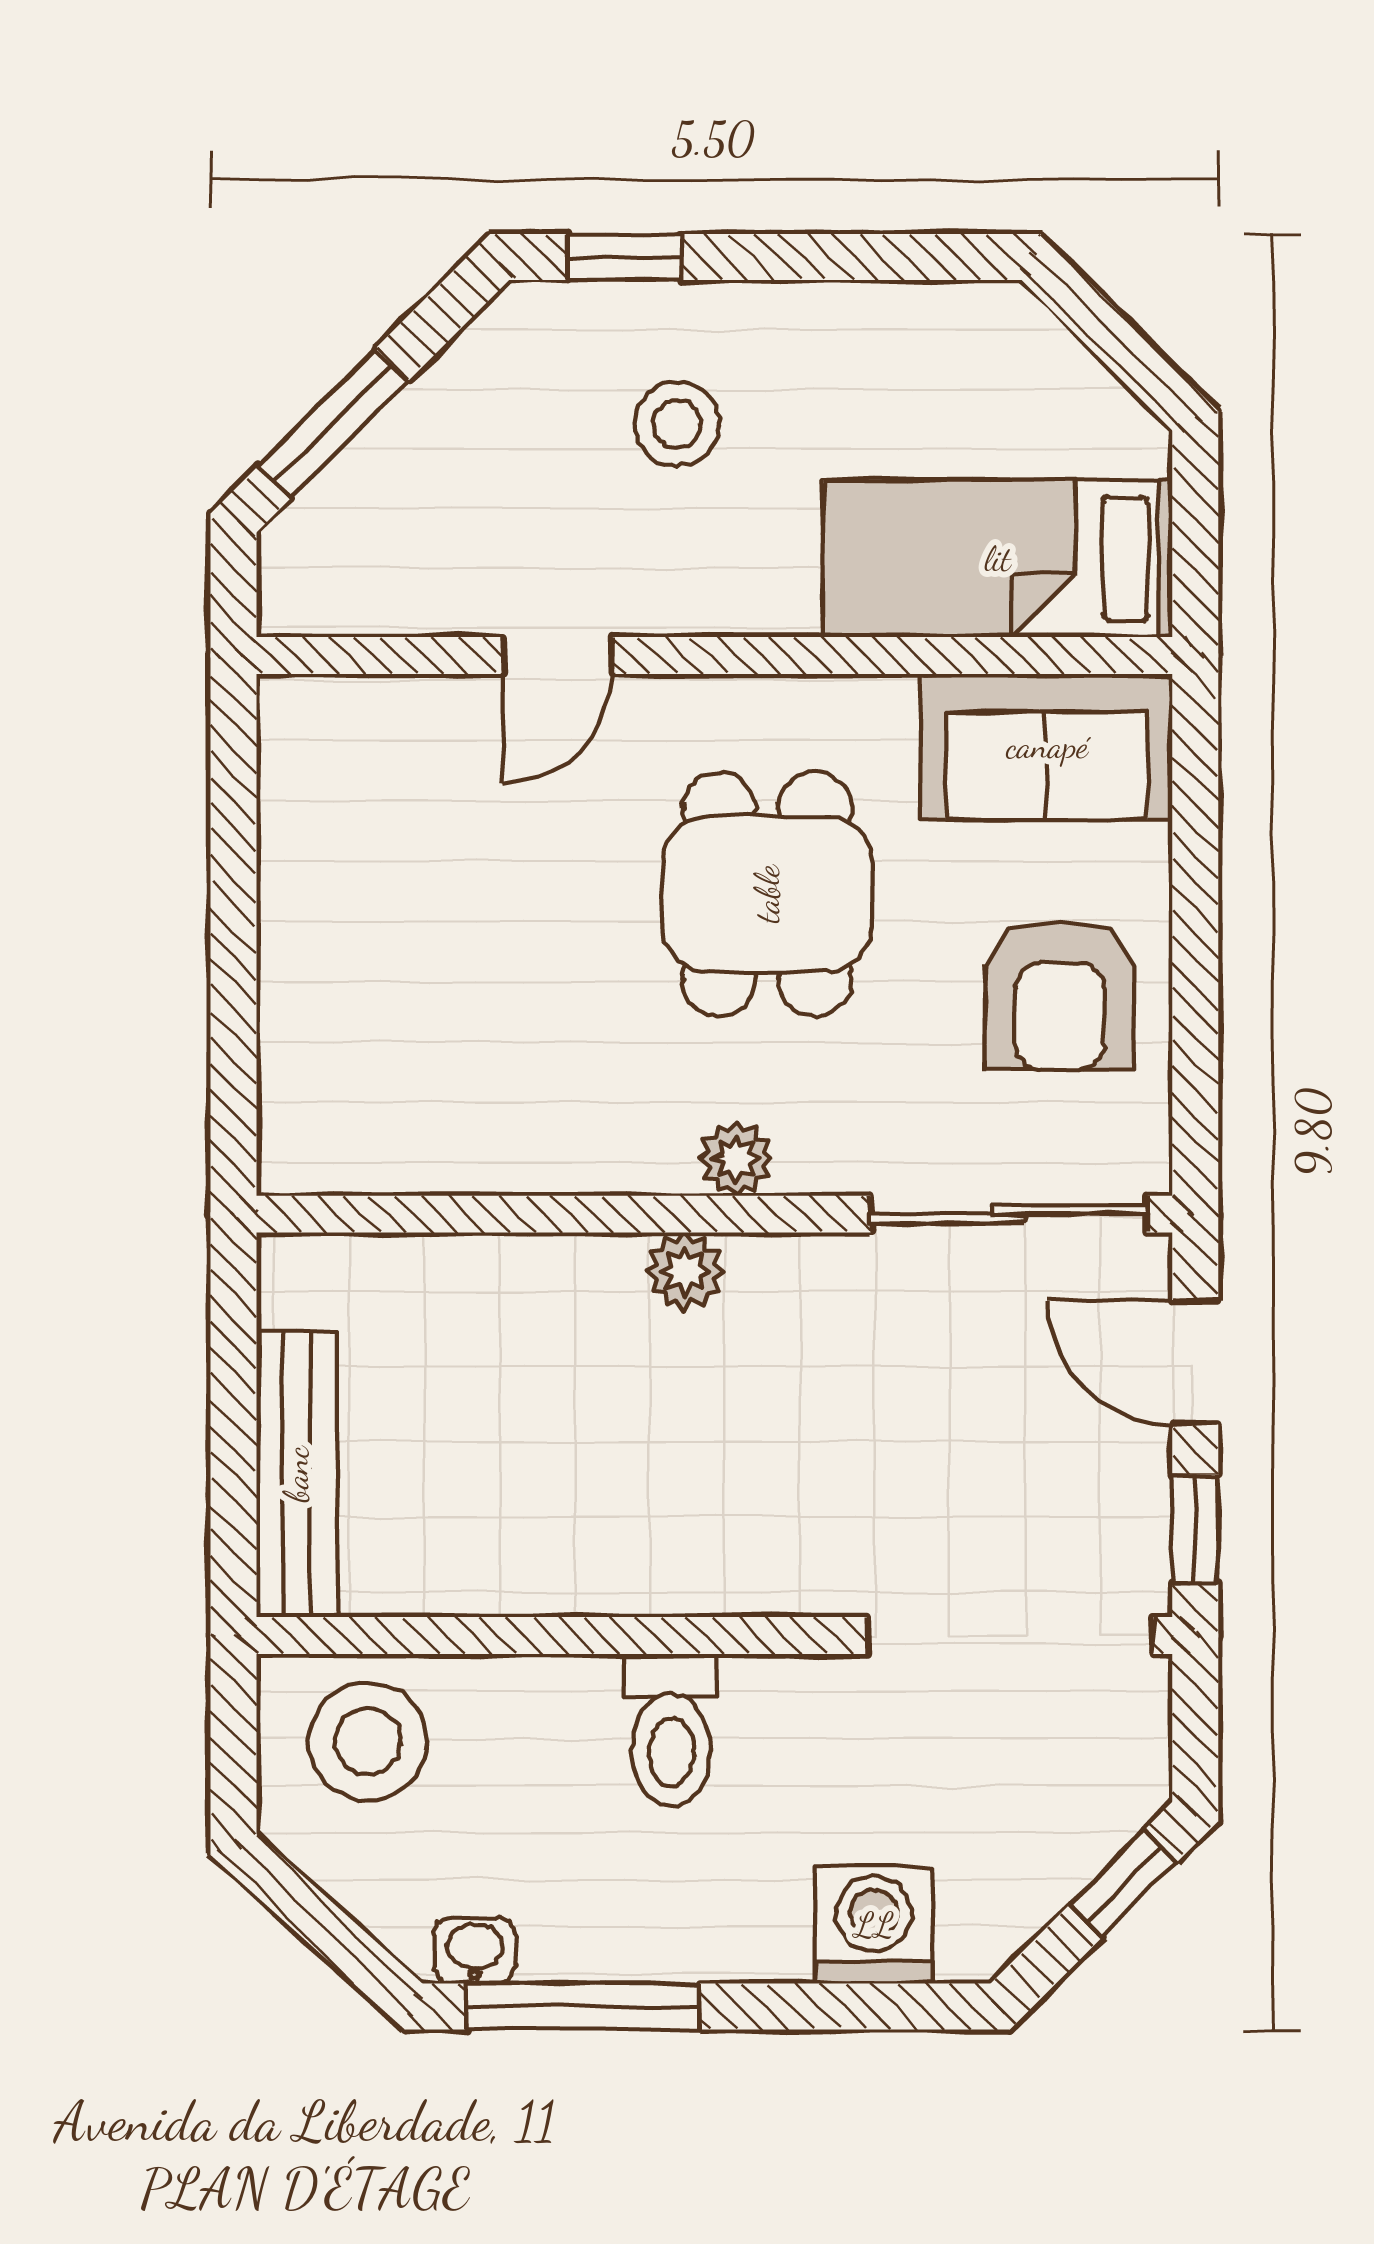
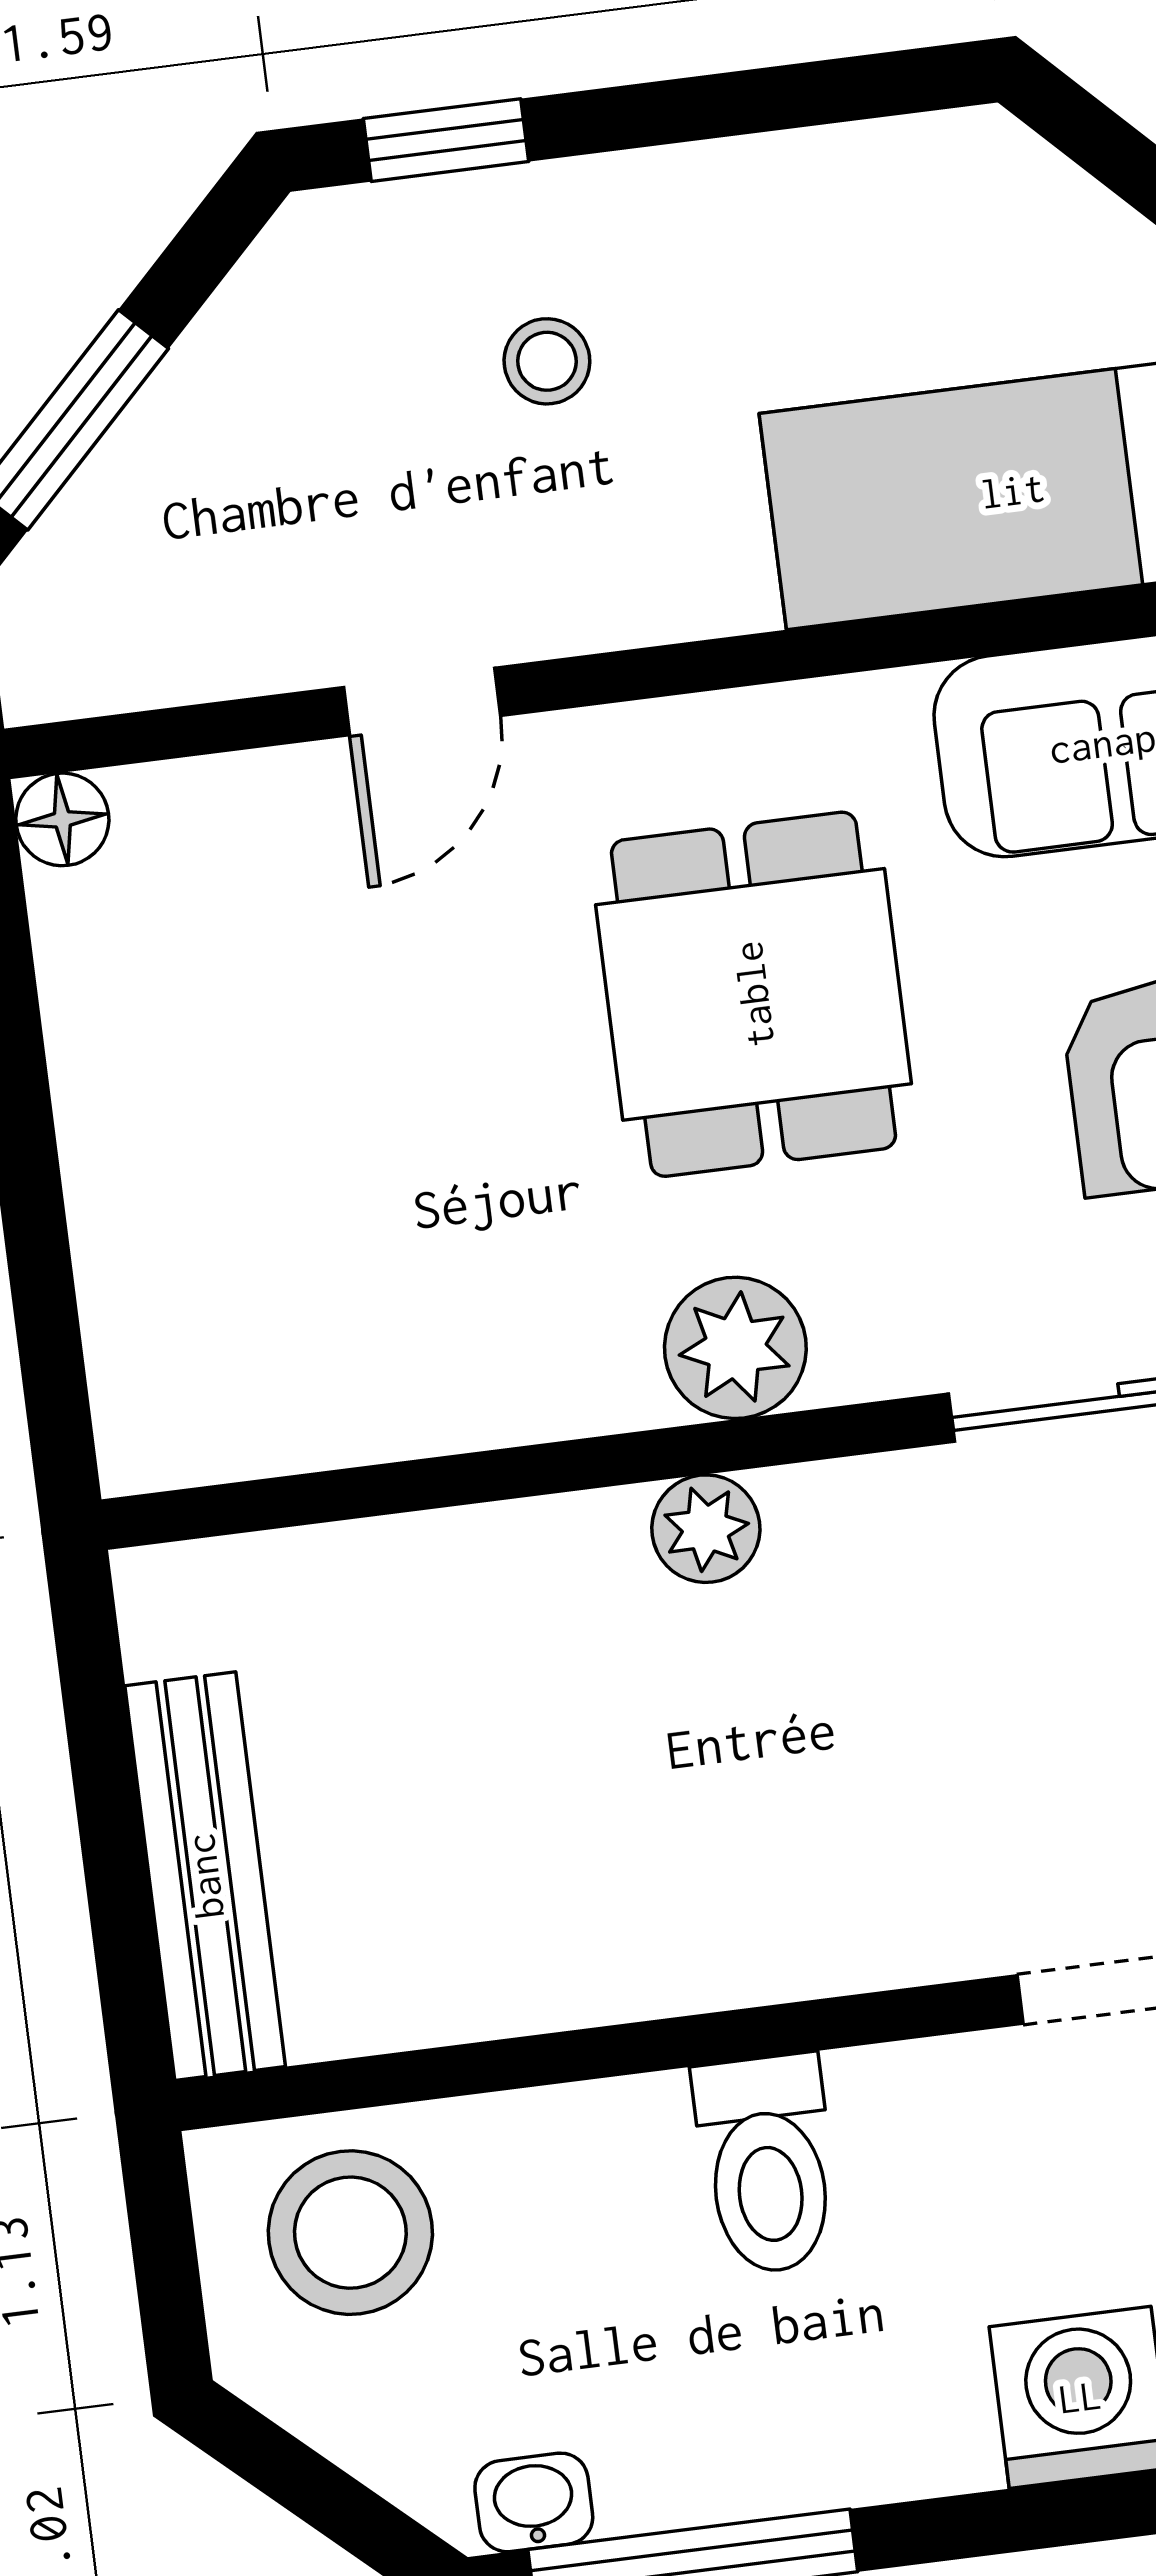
stool: (677, 424) -> (547, 361), width x0.73, depth x0.73
floor lamp: (290, 707) -> (62, 819), added
plant: (736, 1159) -> (735, 1348), width x1.38, depth x1.38

